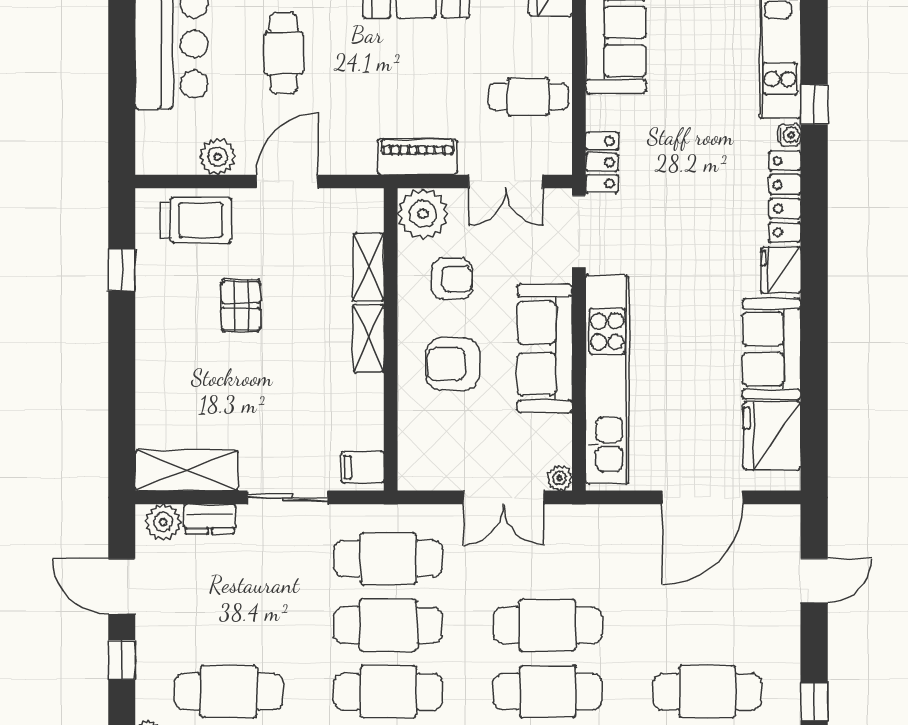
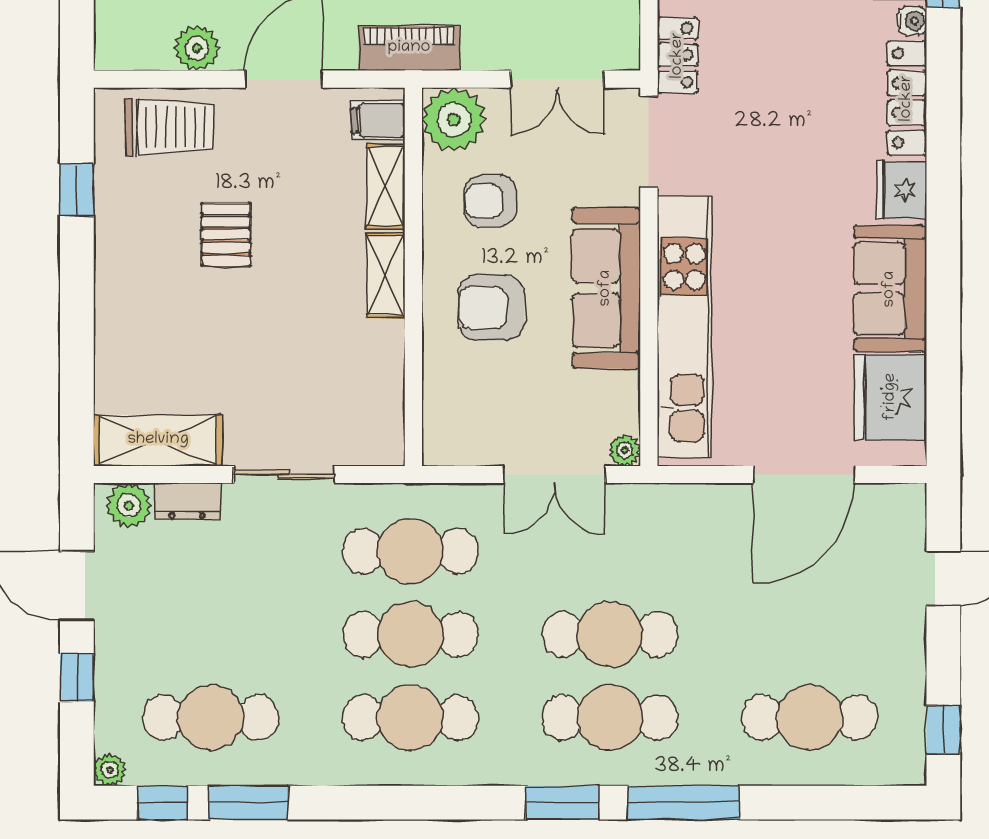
piano: (417, 157) -> (409, 48), moved
armchair: (452, 279) -> (490, 201), turned 180
filing cabinet: (363, 467) -> (378, 120), moved

